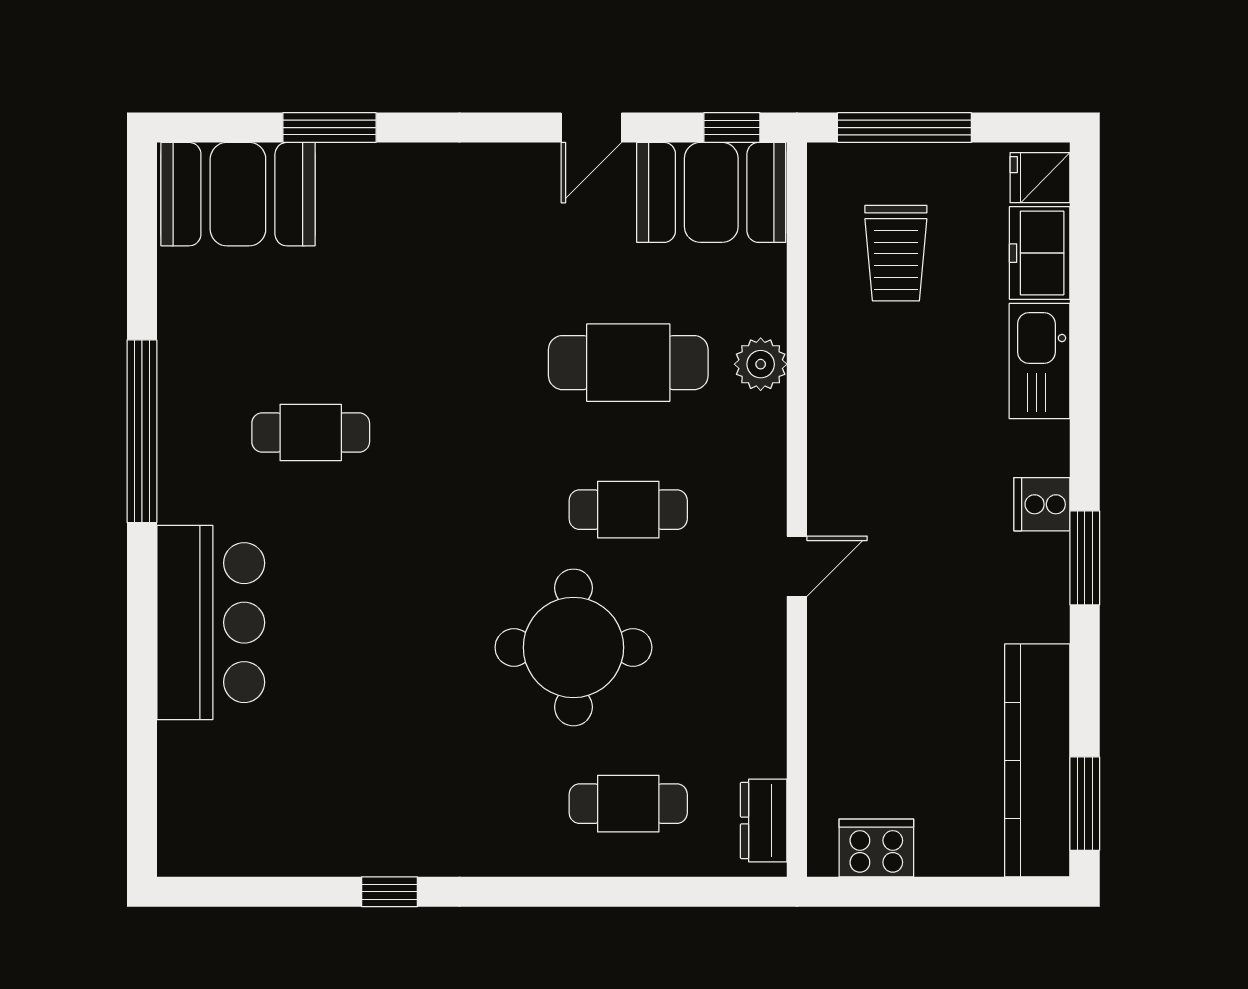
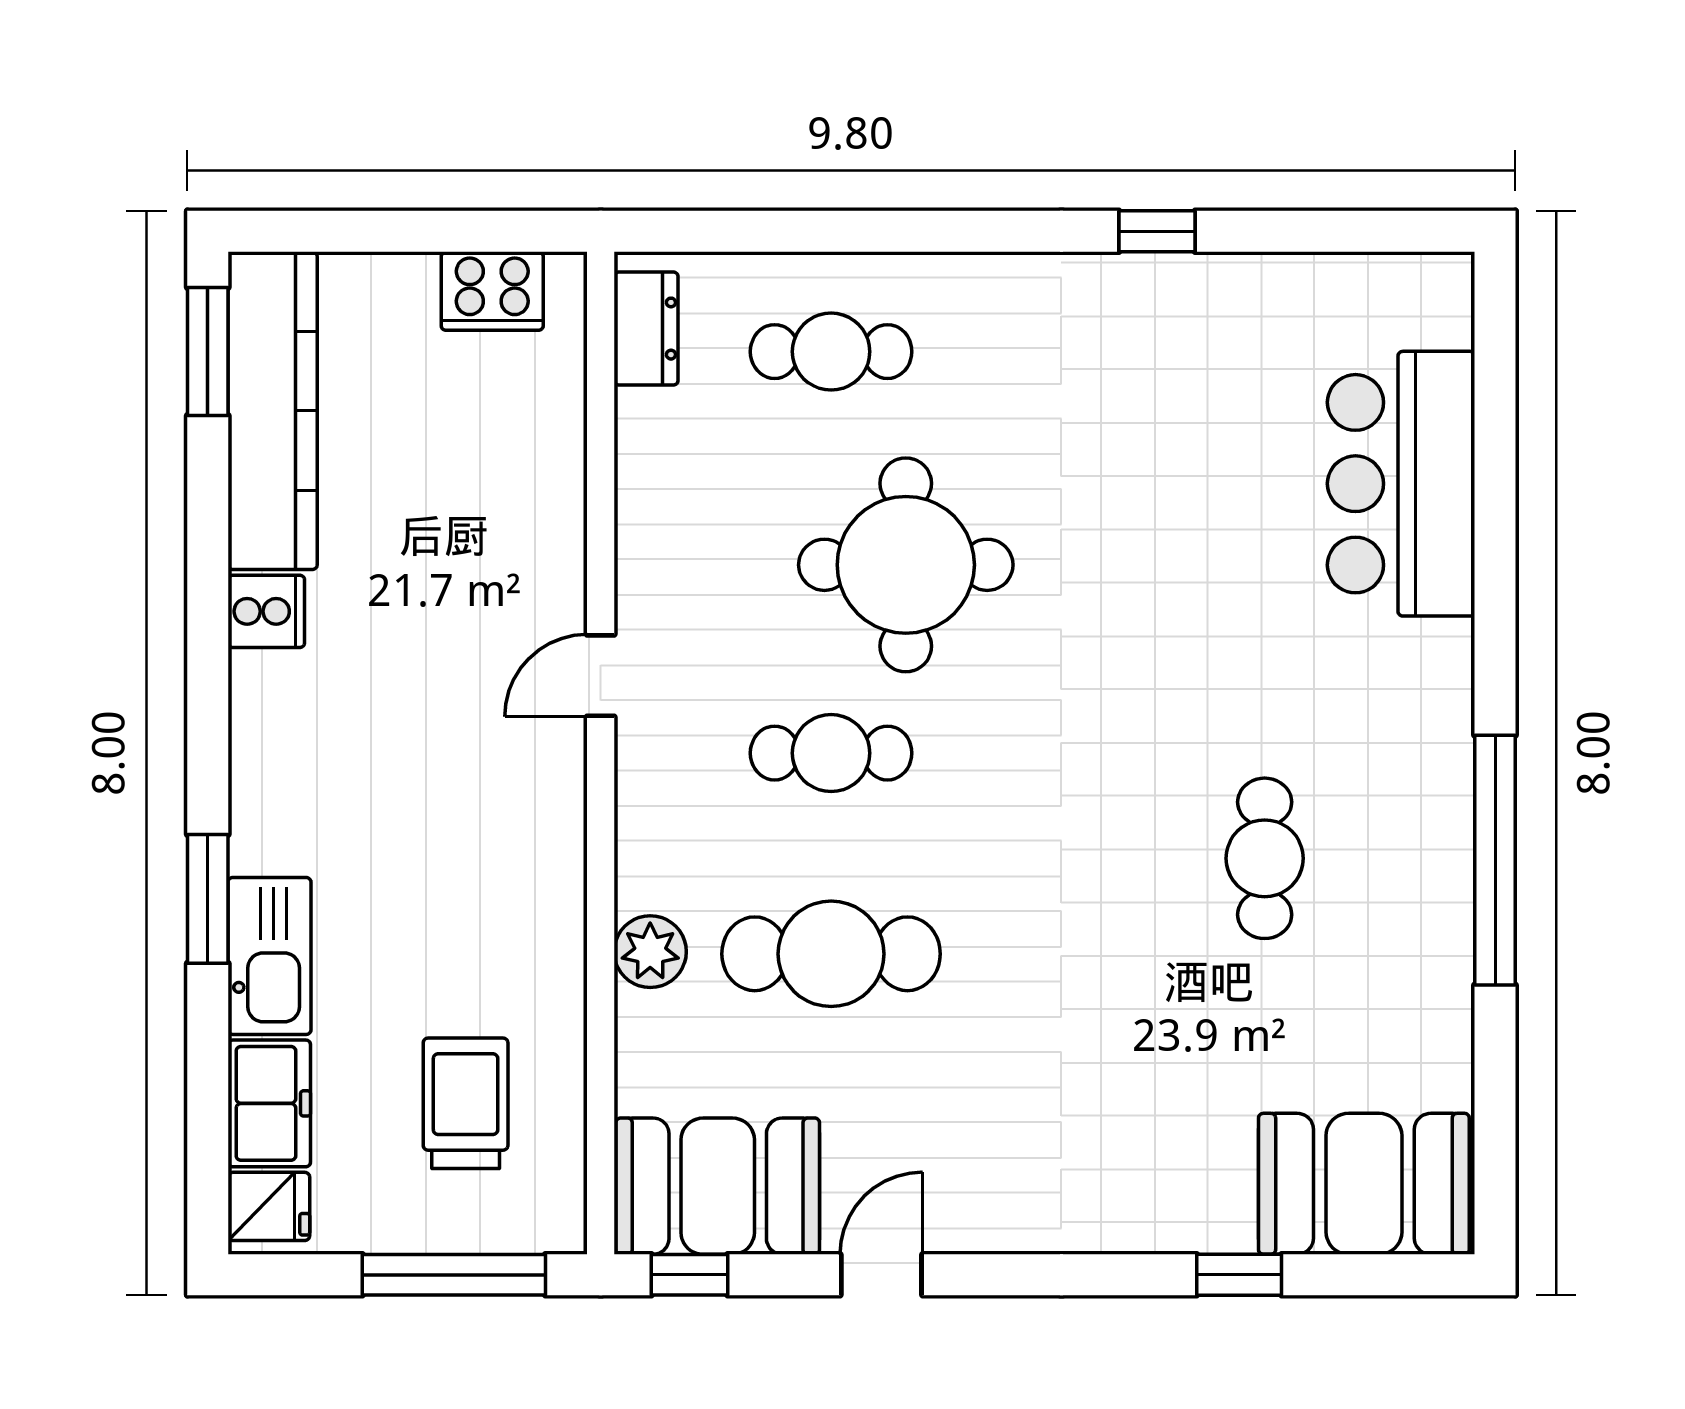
window: (329, 128) -> (1239, 1275), width x0.67
cafe table: (311, 433) -> (1265, 858), turned 90
cooker: (1042, 504) -> (266, 611), moved
window: (1085, 558) -> (208, 899), moved
bar counter: (211, 623) -> (1401, 484), moved

